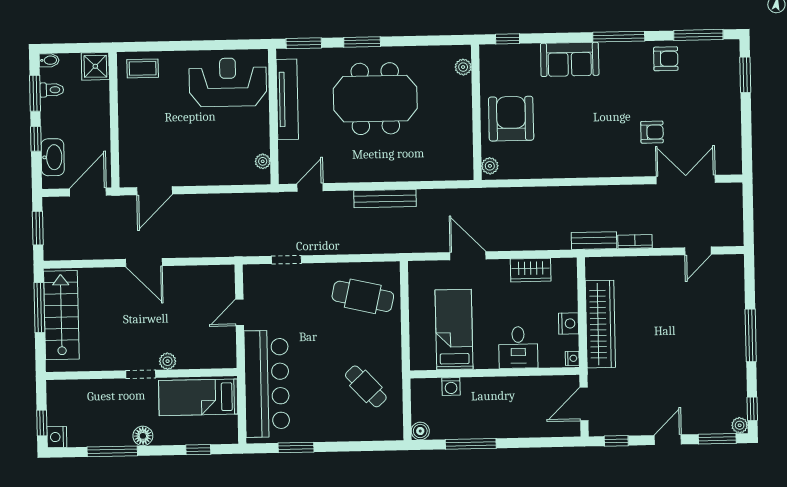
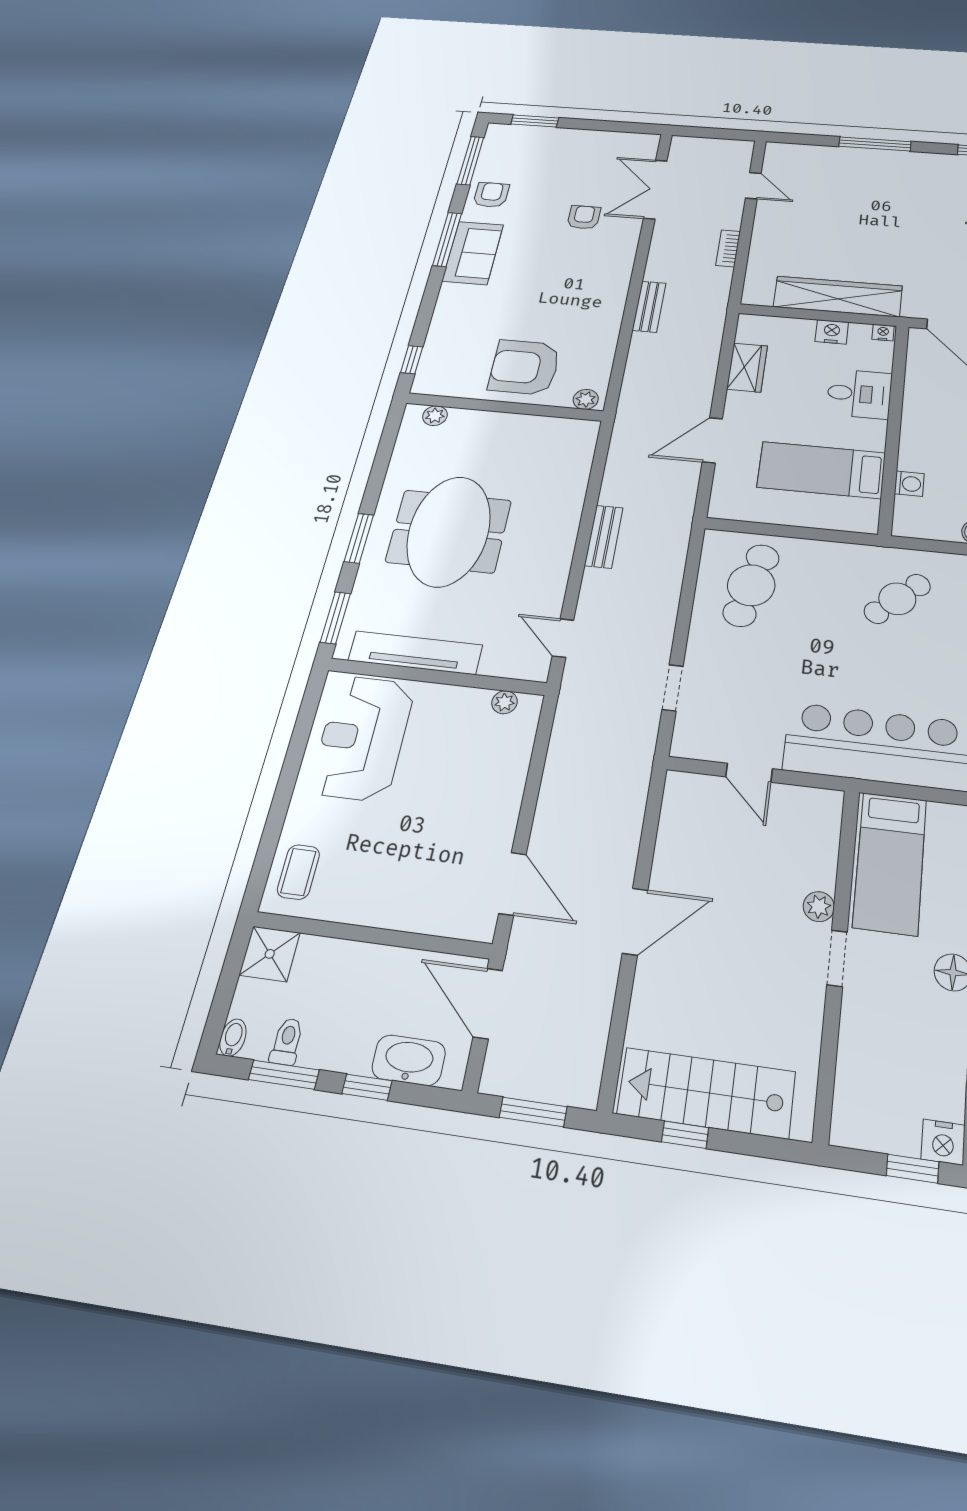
sofa: (570, 59) -> (473, 253), moved
bench: (385, 199) -> (604, 537), width x0.73
bench: (594, 241) -> (649, 307), moved
window: (39, 308) -> (685, 1135), width x0.46

